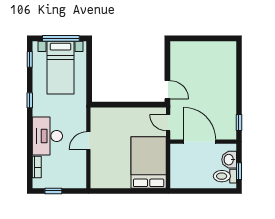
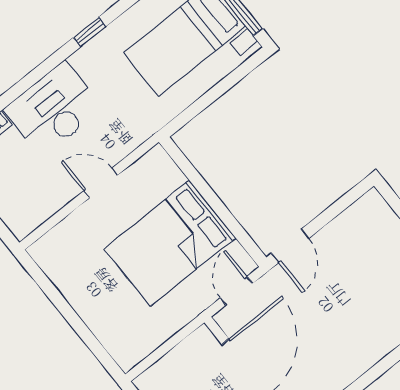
bed: (149, 162) -> (170, 243), moved, turned 180

